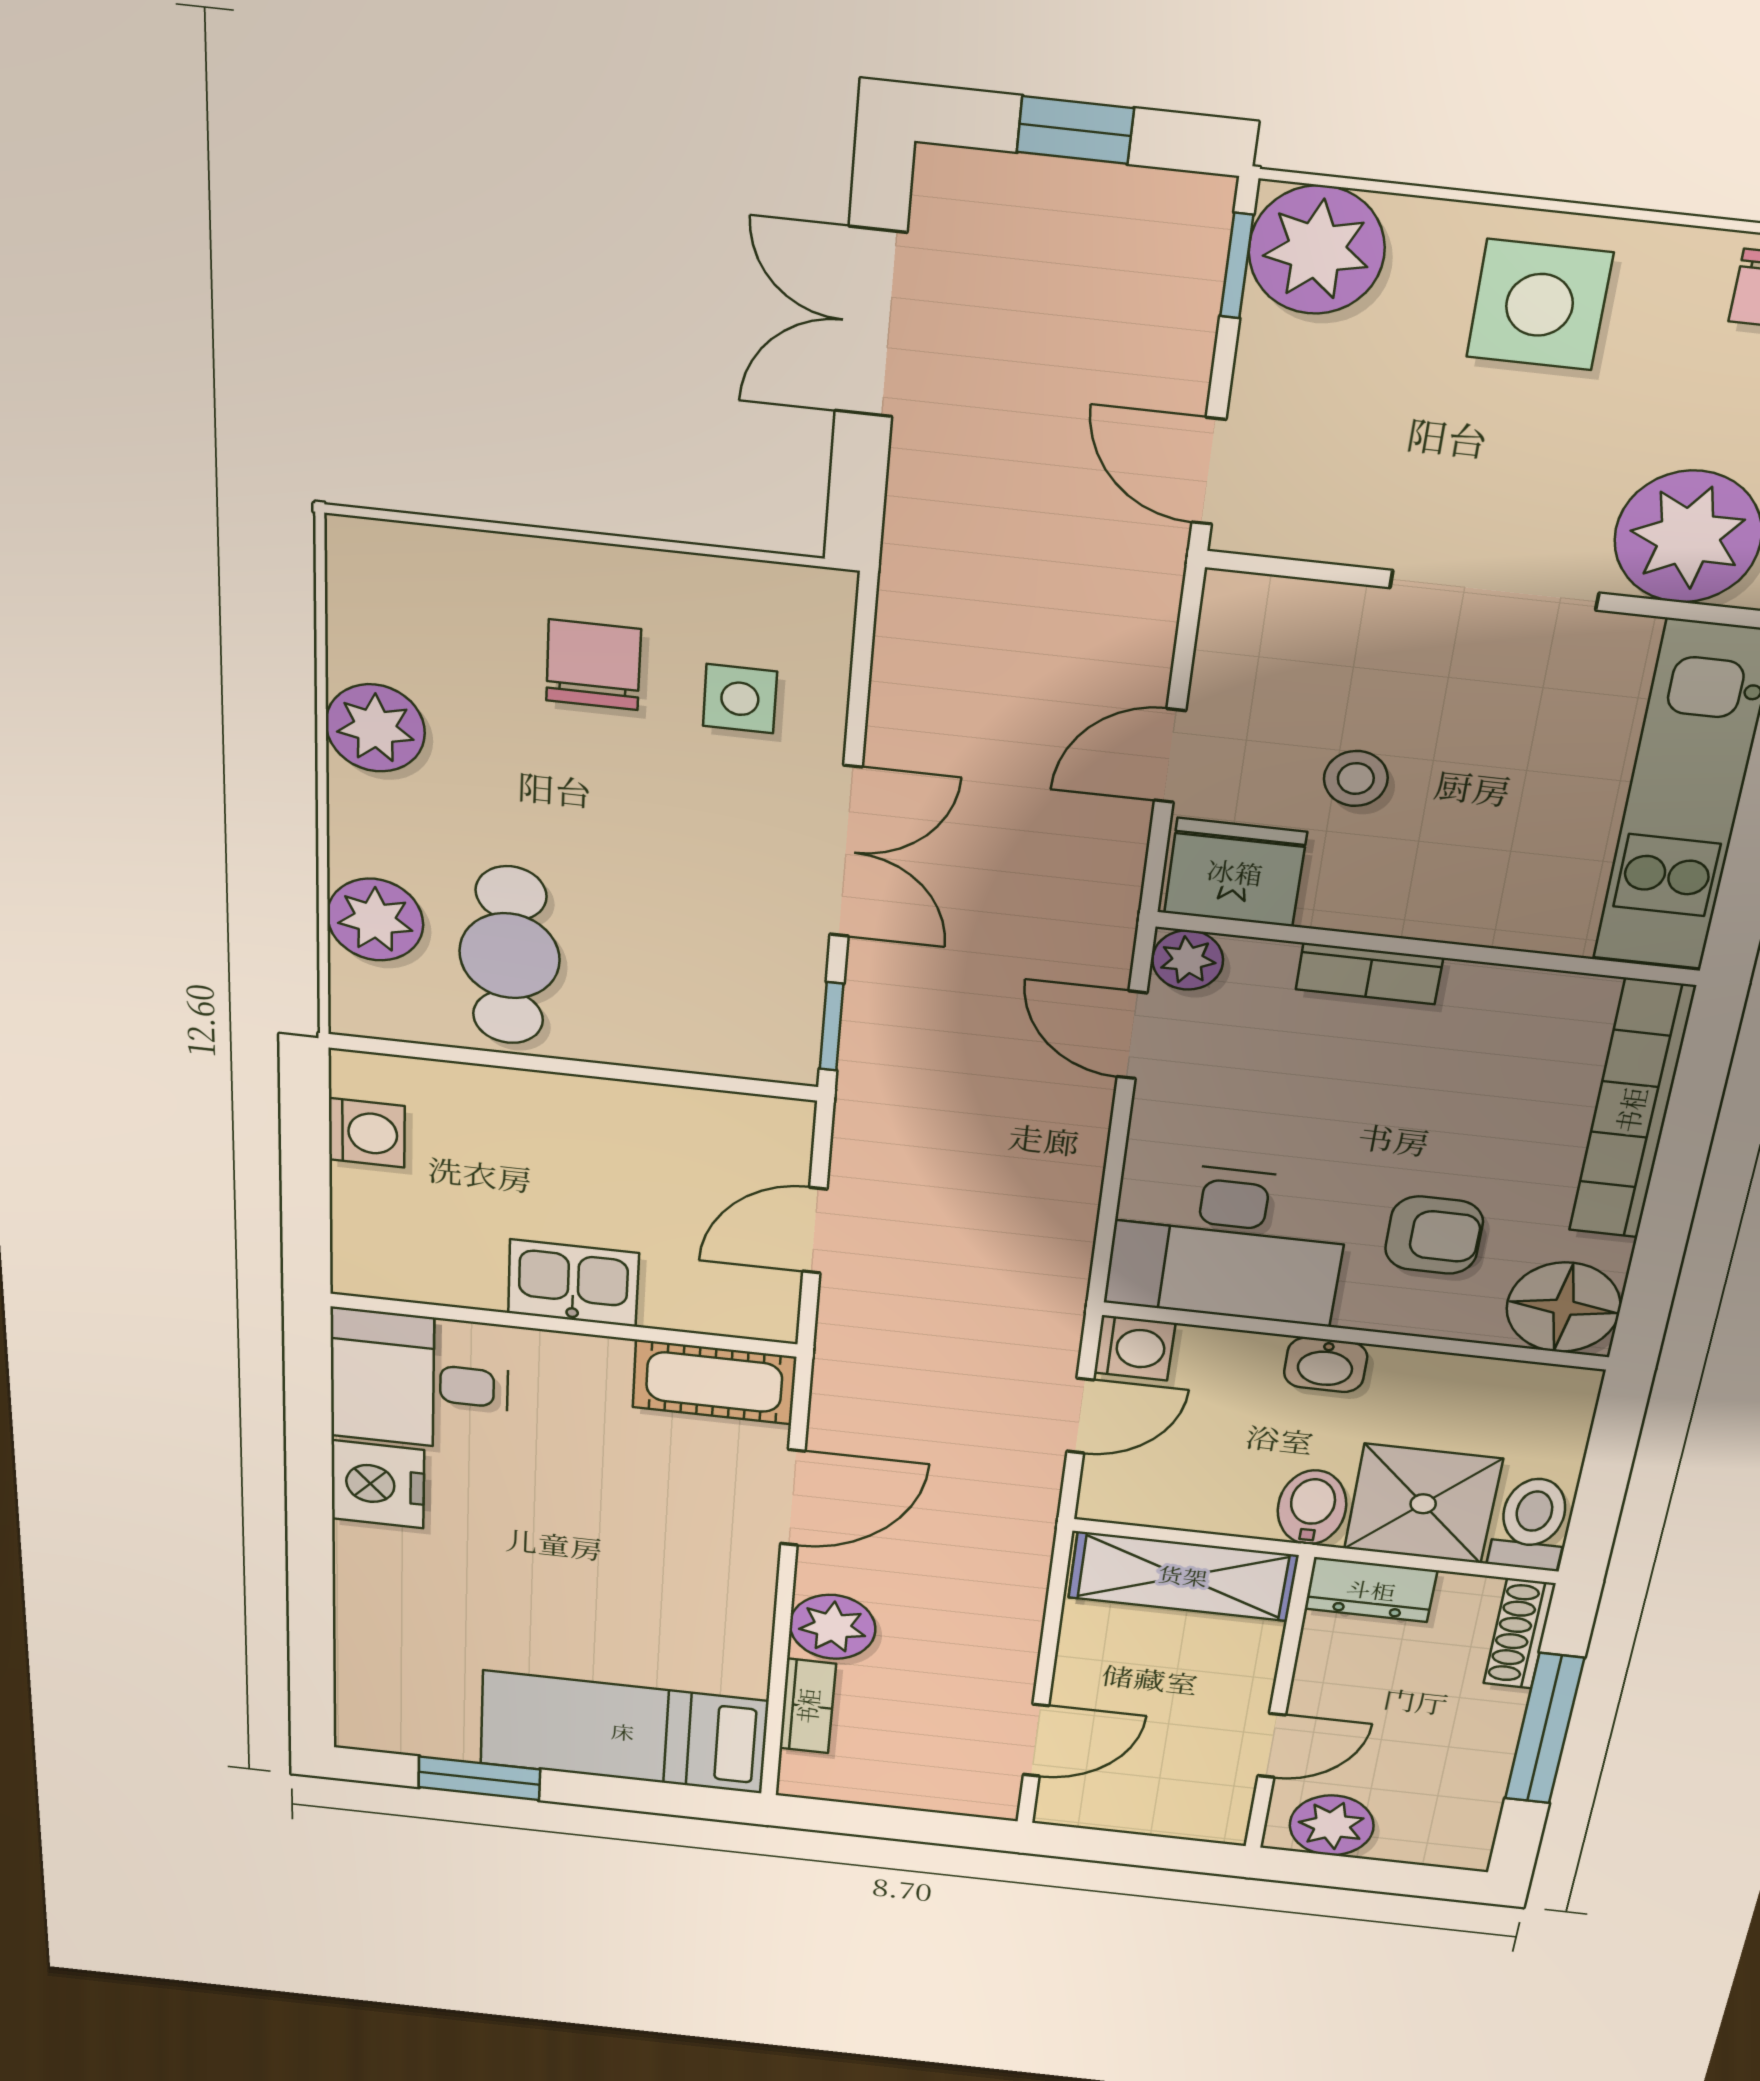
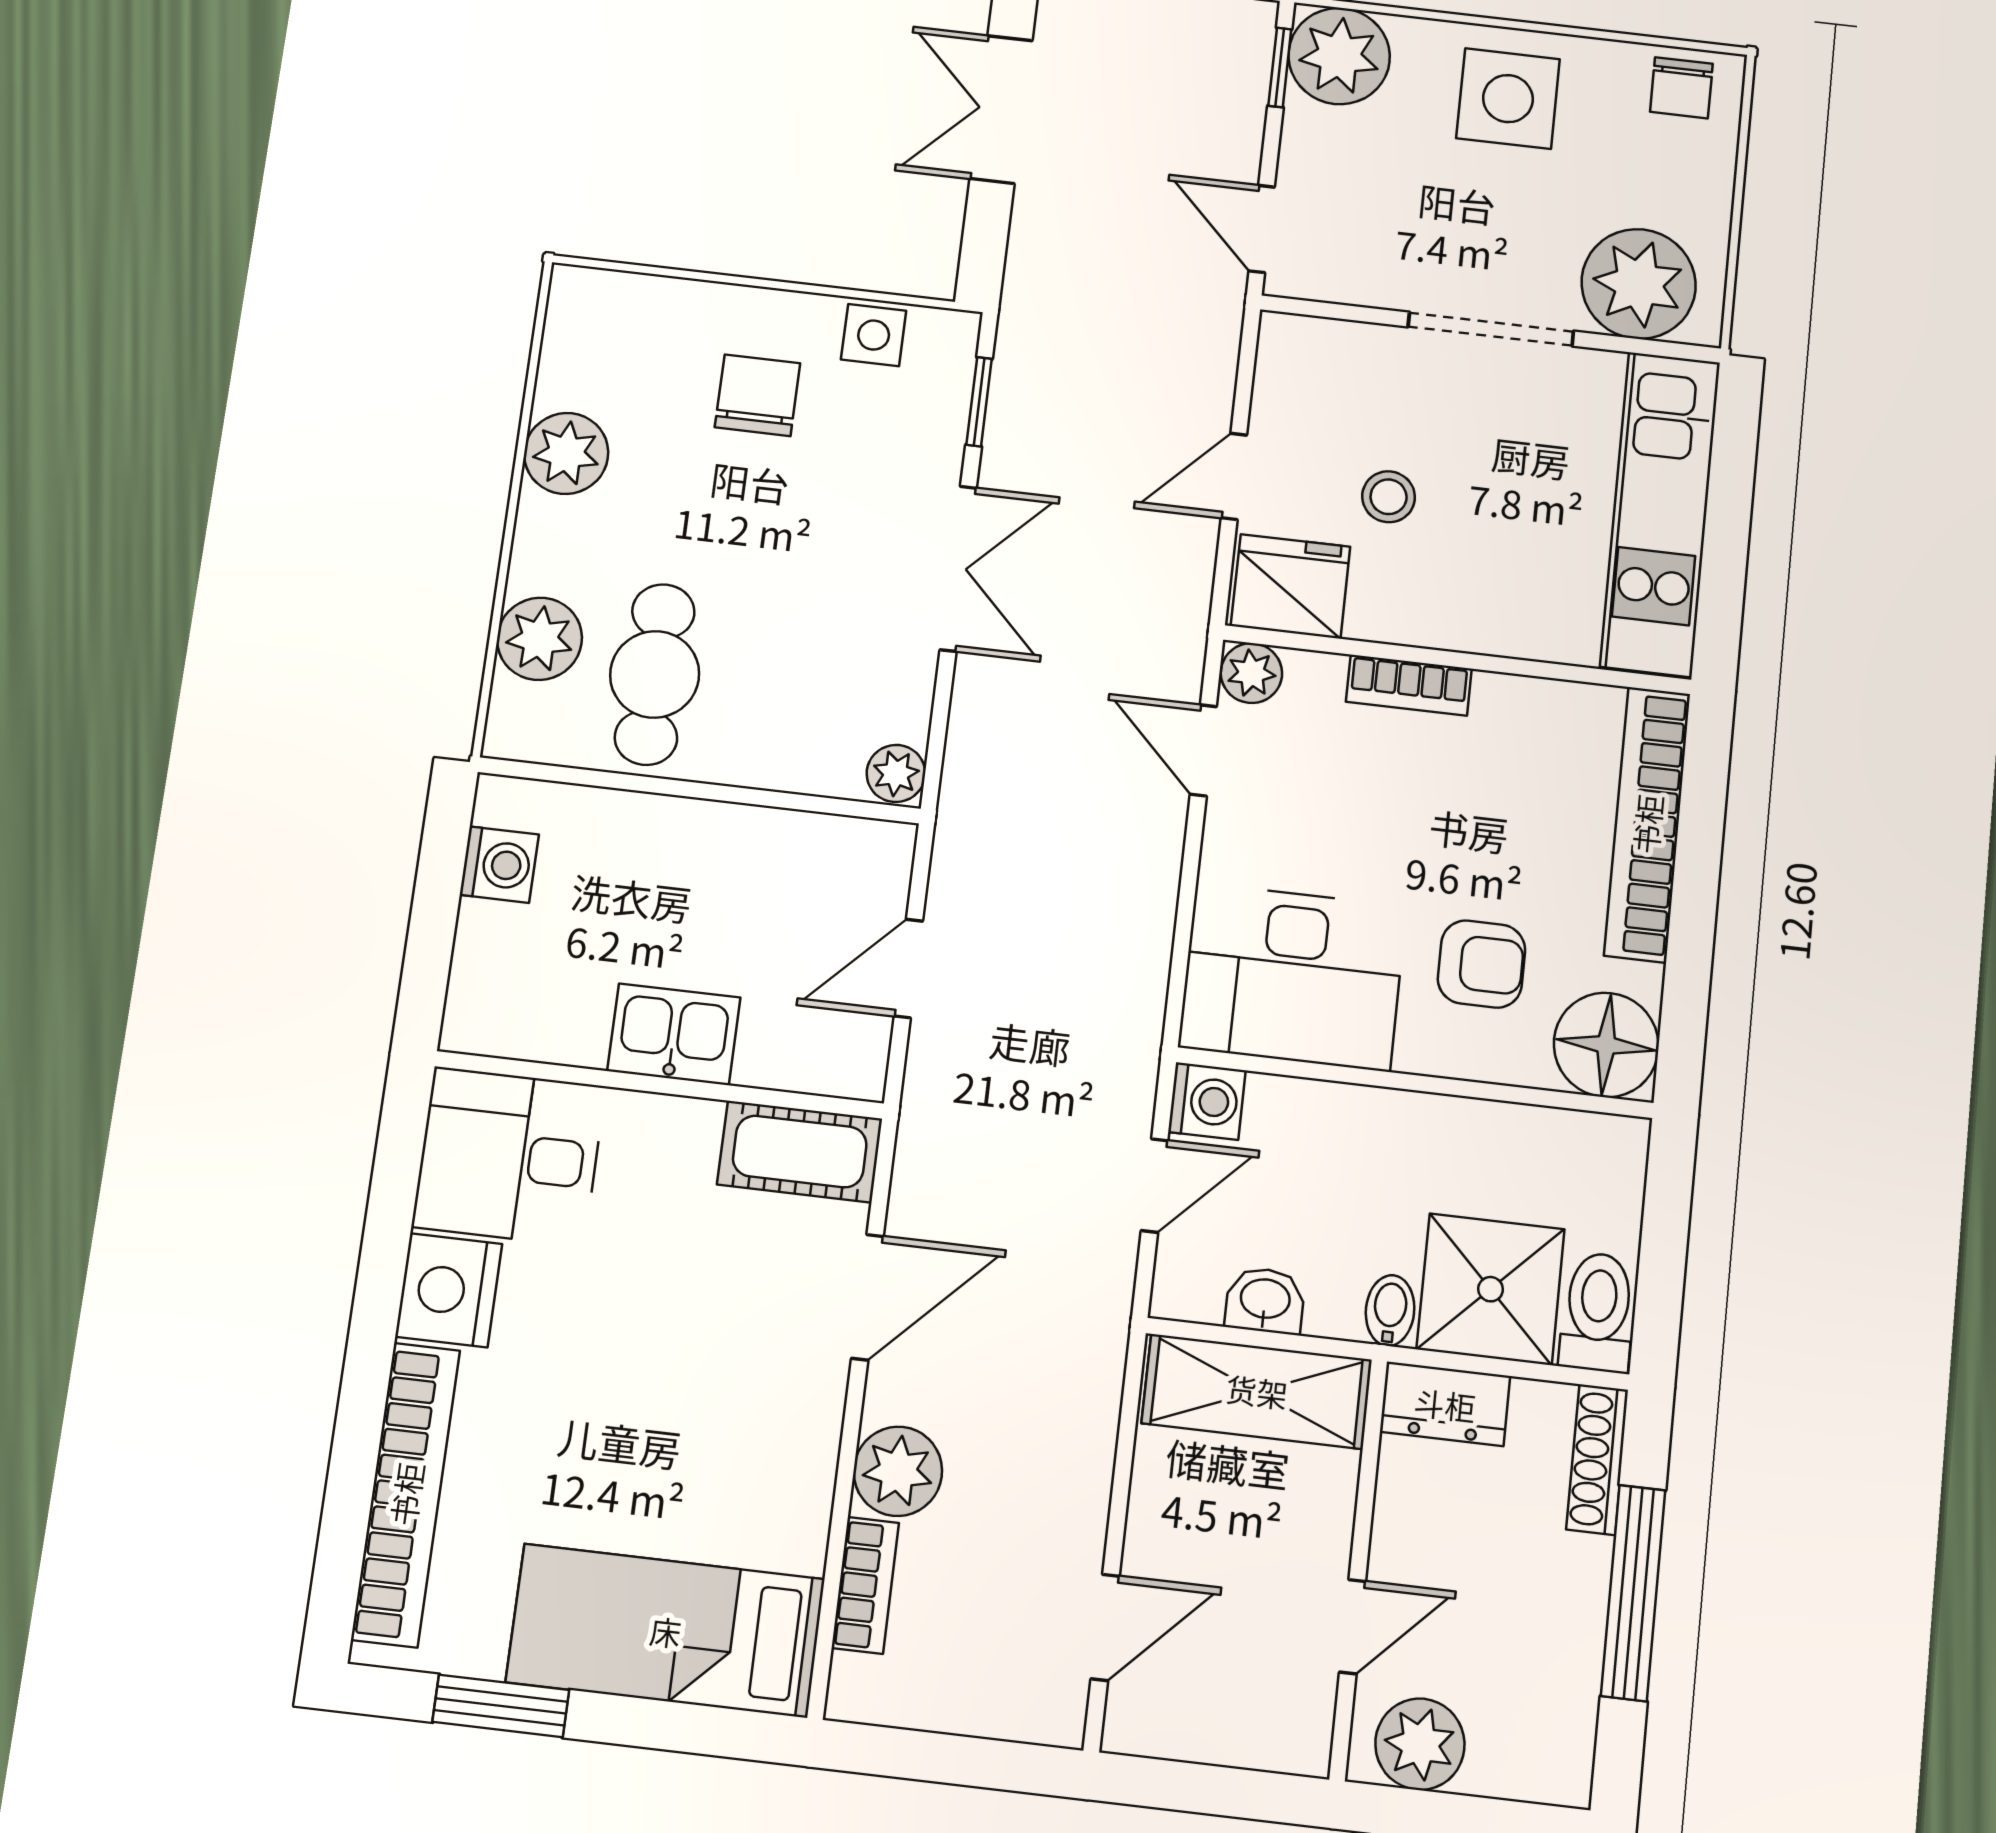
side table: (740, 699) -> (874, 335), moved
window: (832, 1026) -> (979, 402), moved
plant: (788, 1054) -> (896, 773), added
washbasin: (1326, 1365) -> (1265, 1300), moved, turned 180
bidet: (1312, 1507) -> (1390, 1311), width x0.72, depth x0.74
bookcase: (365, 1633) -> (406, 1494), added

